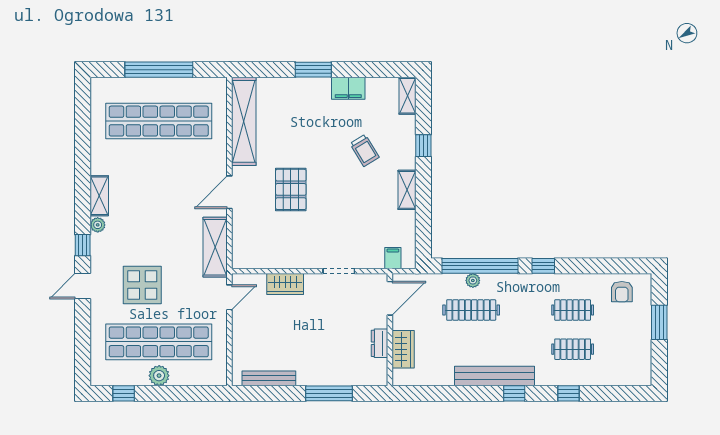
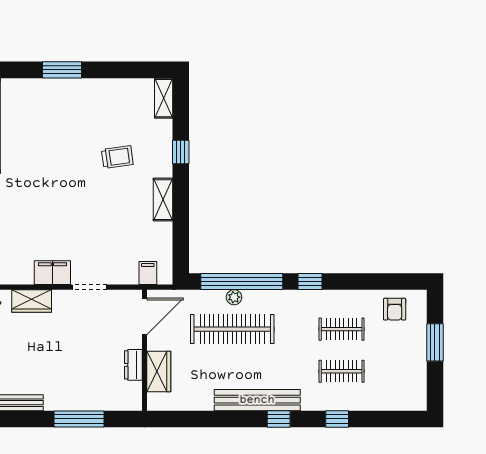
filing cabinet: (348, 88) -> (52, 273), moved, turned 180
trolley: (365, 150) -> (117, 157), turned -67
pallet: (291, 189) -> (38, 199), removed
clothes rail: (471, 310) -> (232, 329), width x1.37, depth x1.31

